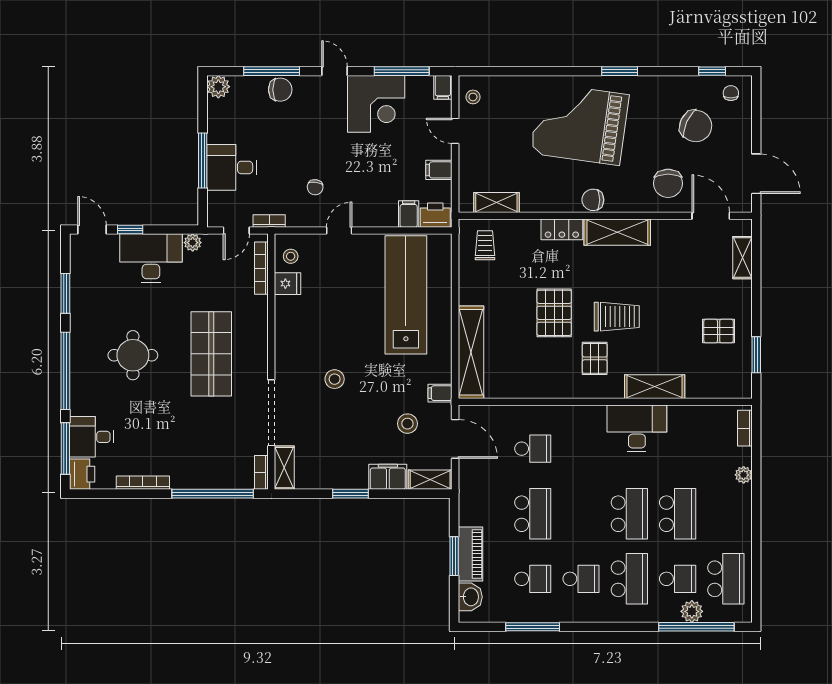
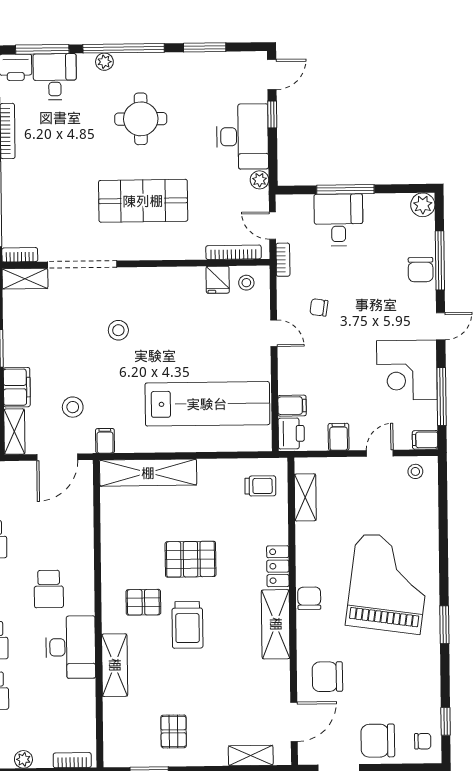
chair: (696, 126) -> (378, 741), moved, turned 65
plant: (78, 389) -> (104, 62), added
school desk: (533, 449) -> (49, 589), moved

